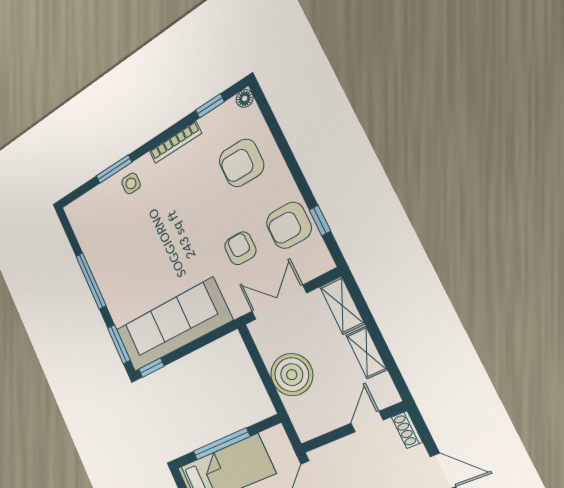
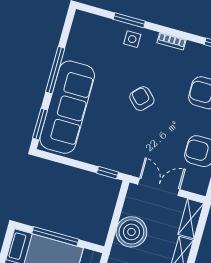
bookcase: (175, 142) -> (172, 41), width x0.64
armchair: (240, 248) -> (142, 99), moved, turned -46
sofa: (173, 325) -> (67, 107), moved, turned 90
window: (151, 368) -> (107, 173), moved

